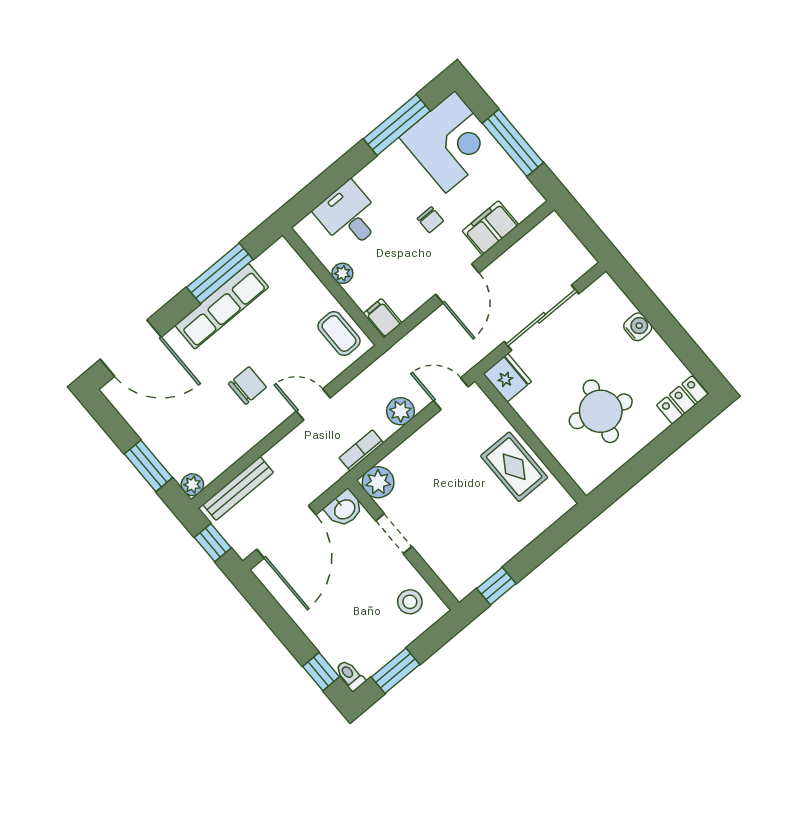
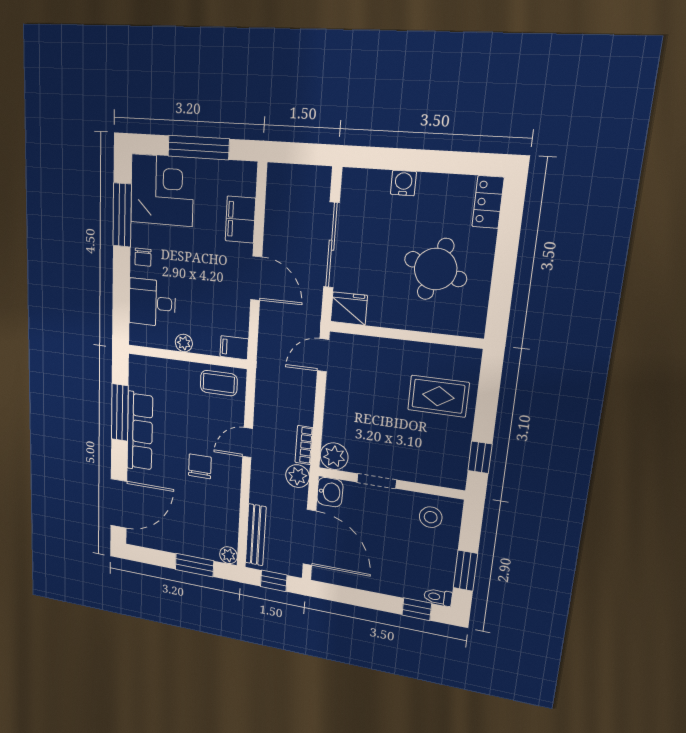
chair: (430, 220) -> (143, 257), moved, turned 90
plant: (400, 411) -> (298, 476), moved
rug: (514, 467) -> (438, 396), moved

